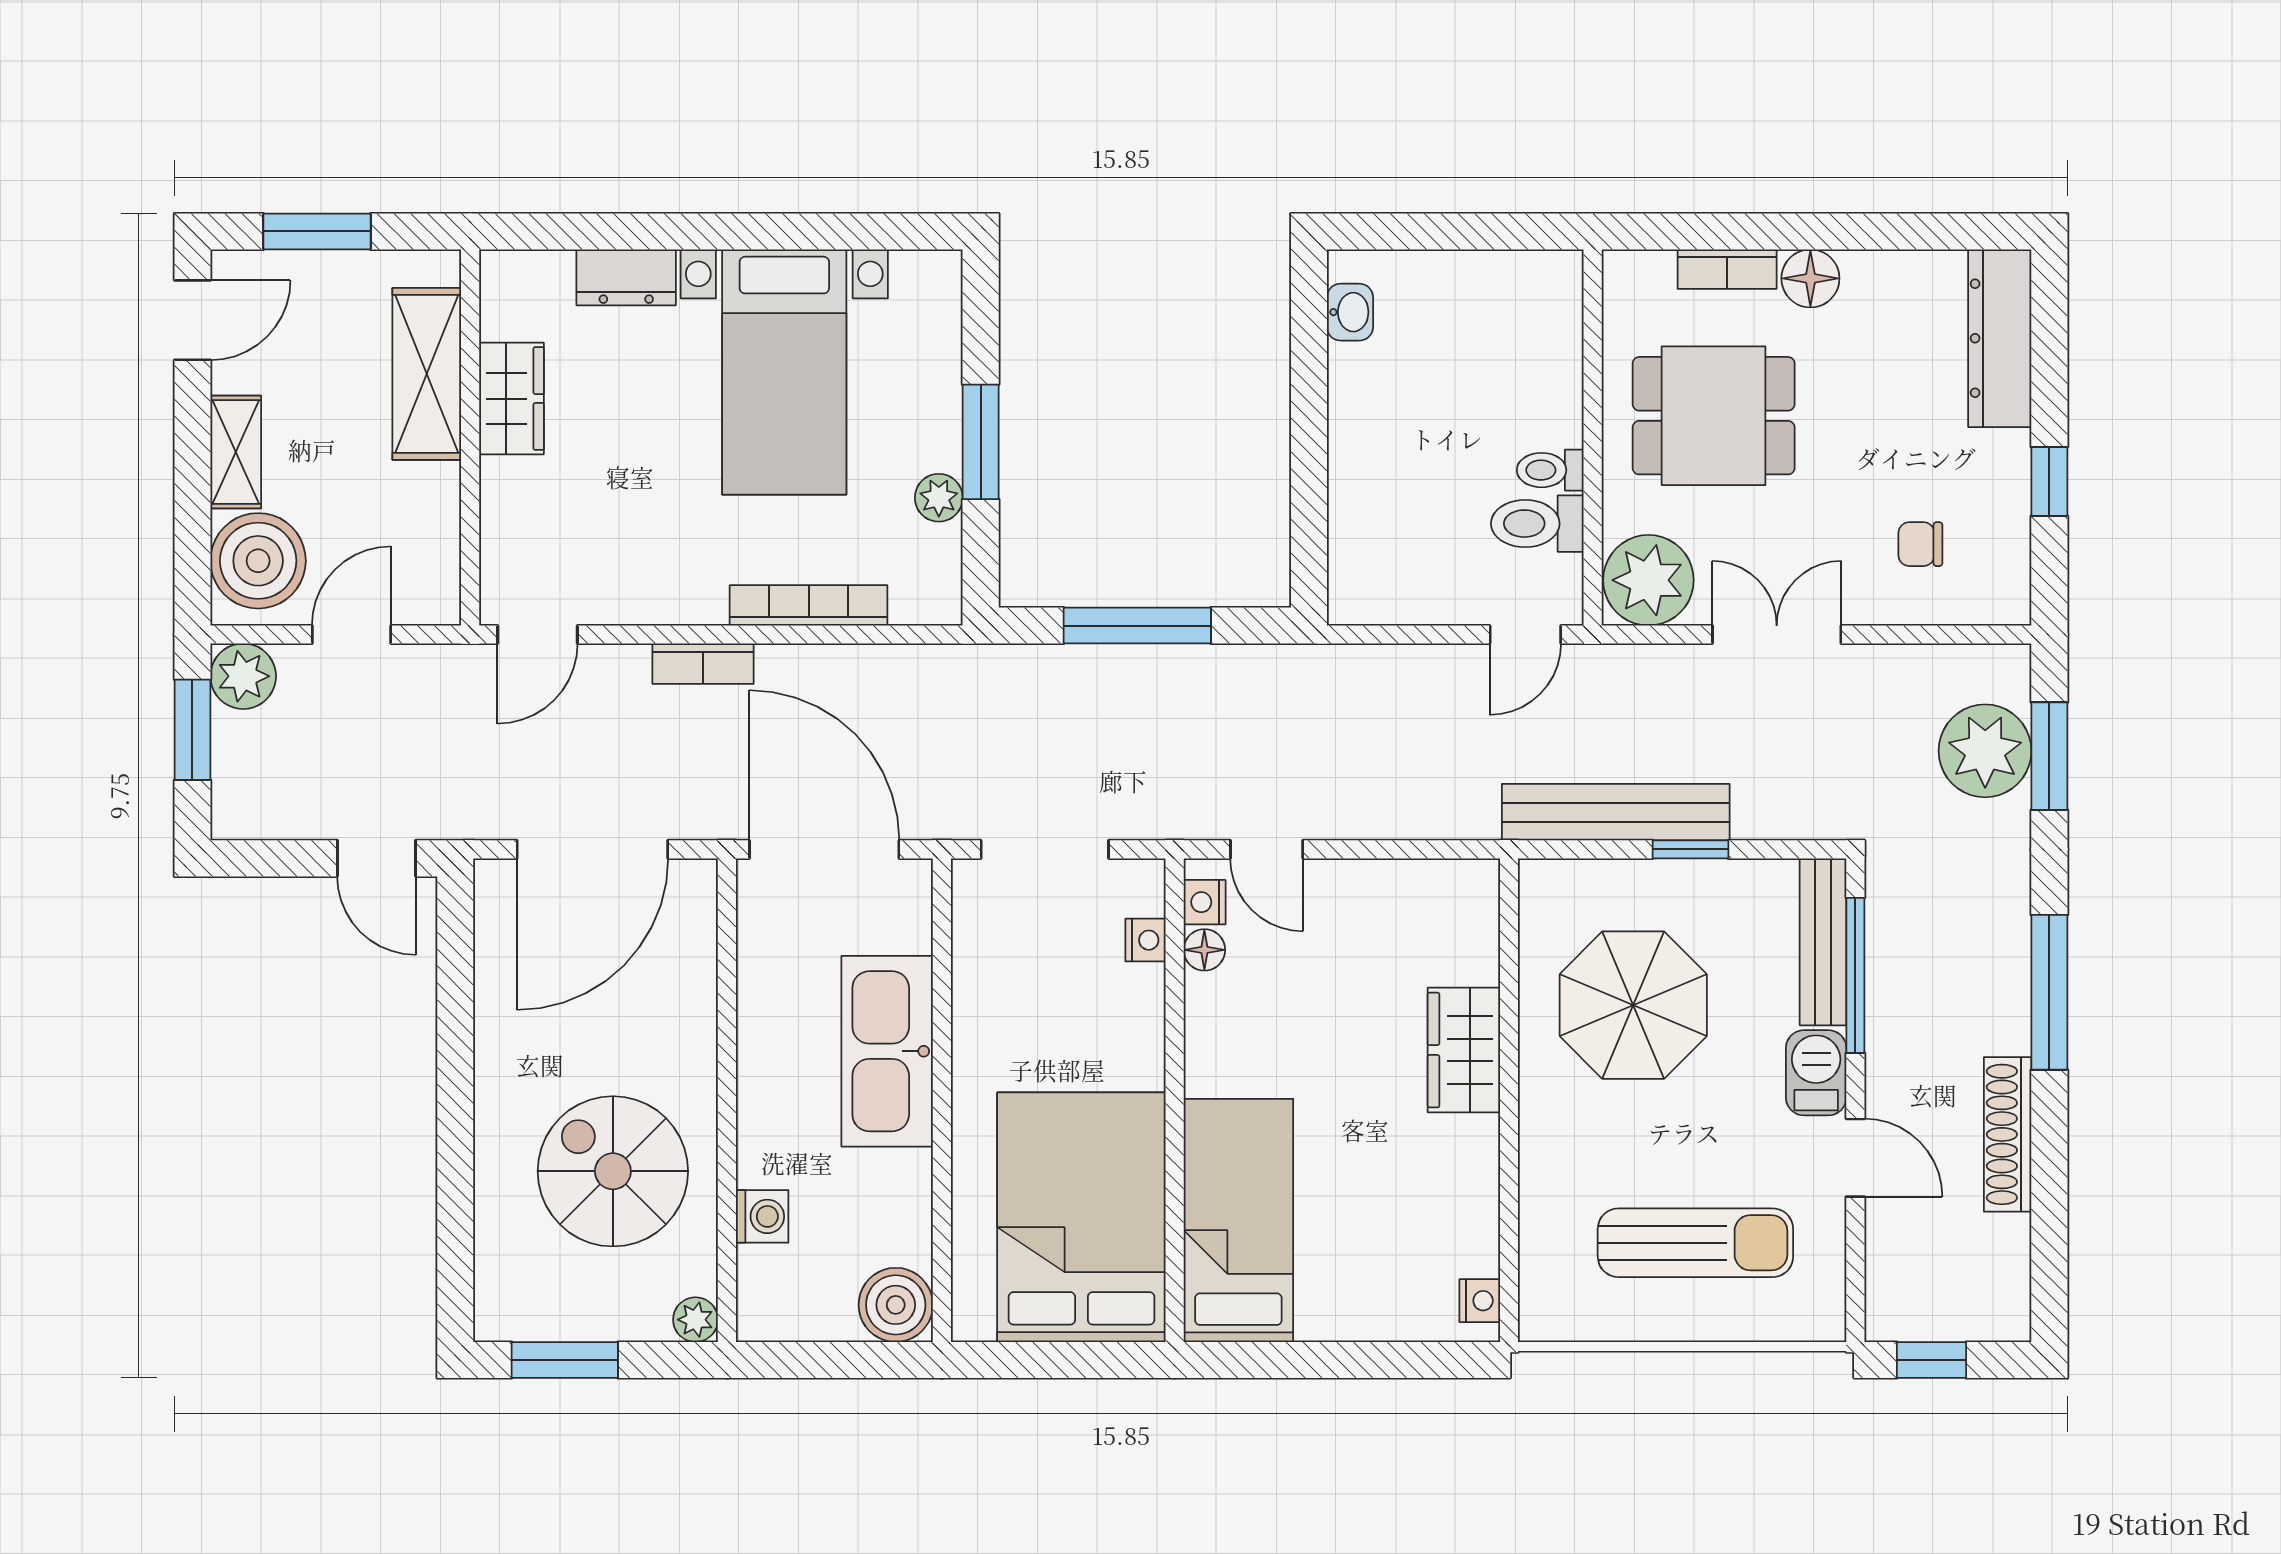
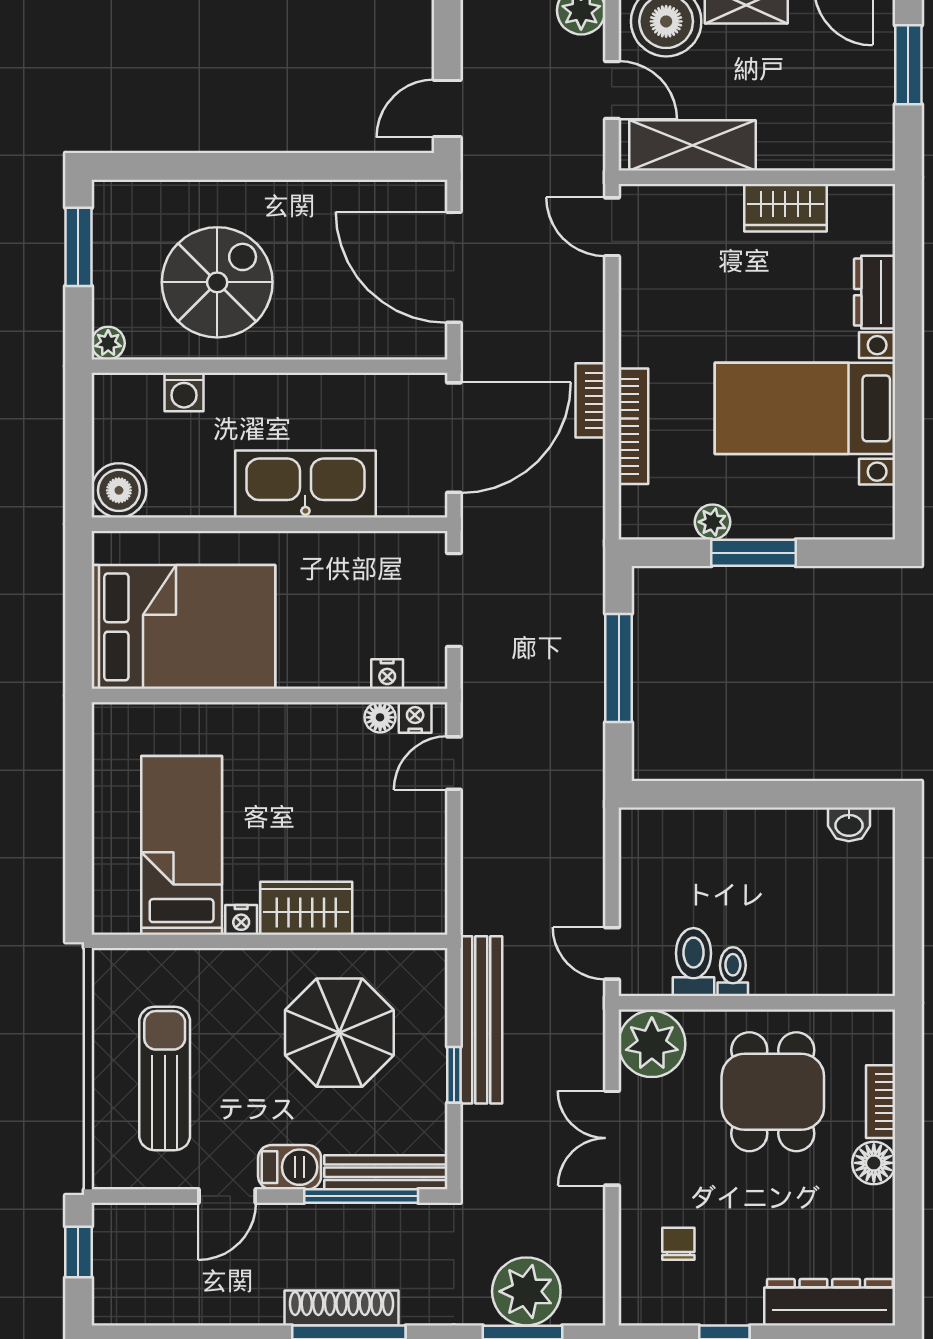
shelving: (427, 374) -> (693, 145), moved
double door: (1777, 634) -> (612, 1138), swing flipped
bookcase: (703, 664) -> (590, 400), moved
shoe rack: (2008, 1134) -> (342, 1308), moved
bed: (1238, 1220) -> (182, 845), moved, turned -90
sun lounger: (1695, 1243) -> (165, 1078), turned 180
nightstand: (1480, 1301) -> (241, 920), moved

